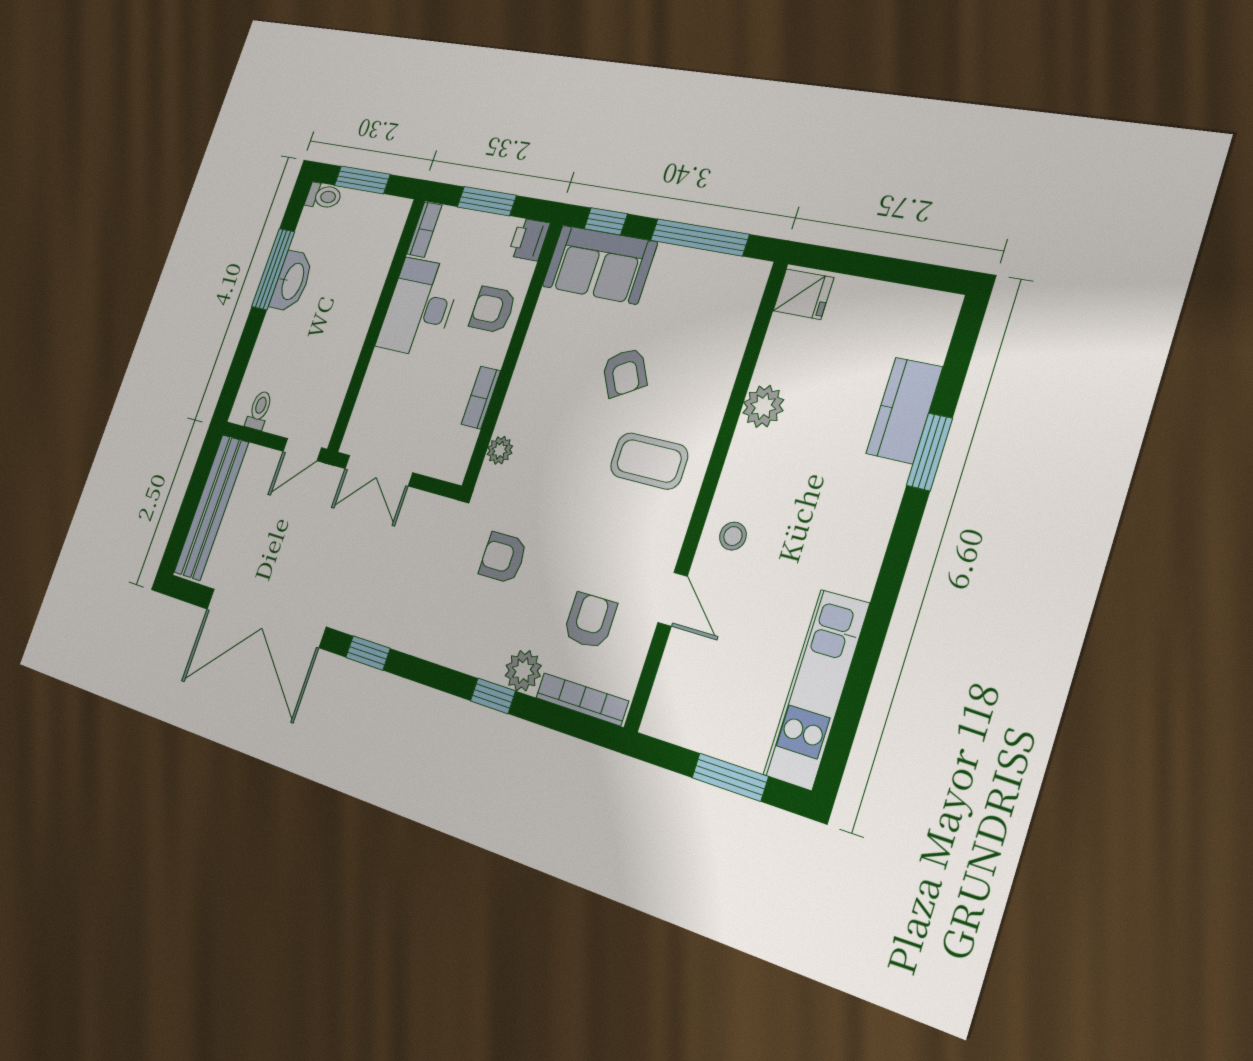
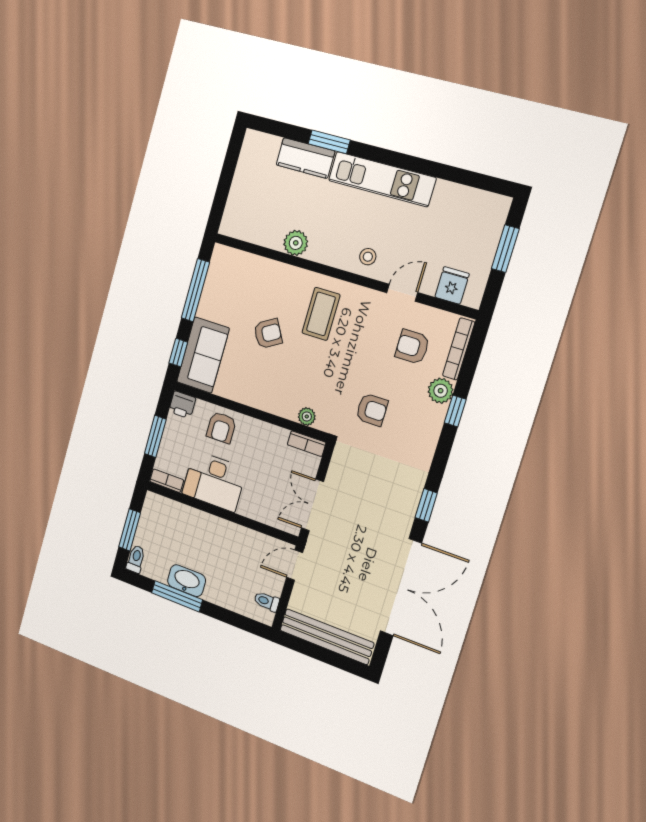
fridge: (803, 294) -> (452, 285), moved
bookcase: (481, 398) -> (307, 444), moved
door: (302, 450) -> (295, 565), swing flipped
double door: (379, 471) -> (312, 505), swing flipped
armchair: (503, 558) -> (372, 410), turned -90
kitchen unit: (816, 689) -> (382, 179), moved

